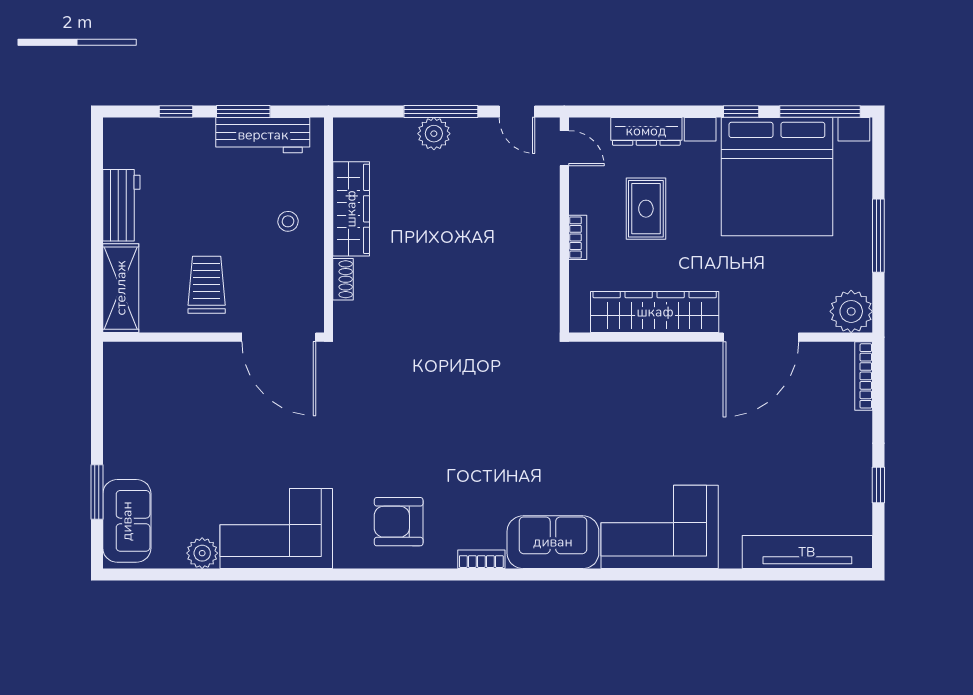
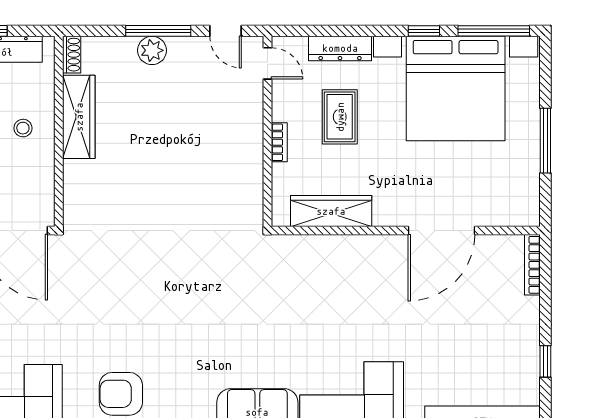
shoe rack: (343, 279) -> (72, 55), moved
plant: (851, 311) -> (521, 208), removed
wardrobe: (655, 312) -> (331, 211), width x0.71, depth x0.85

